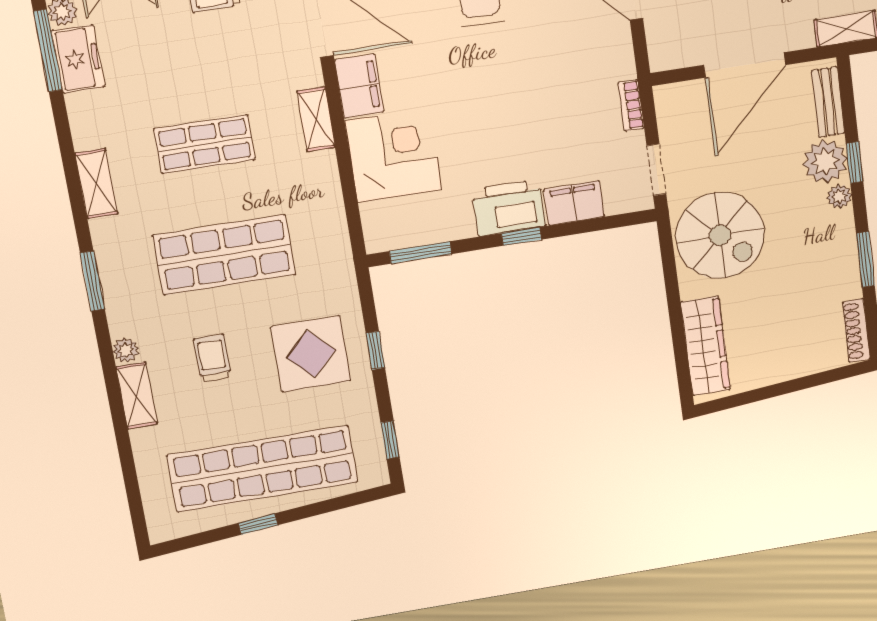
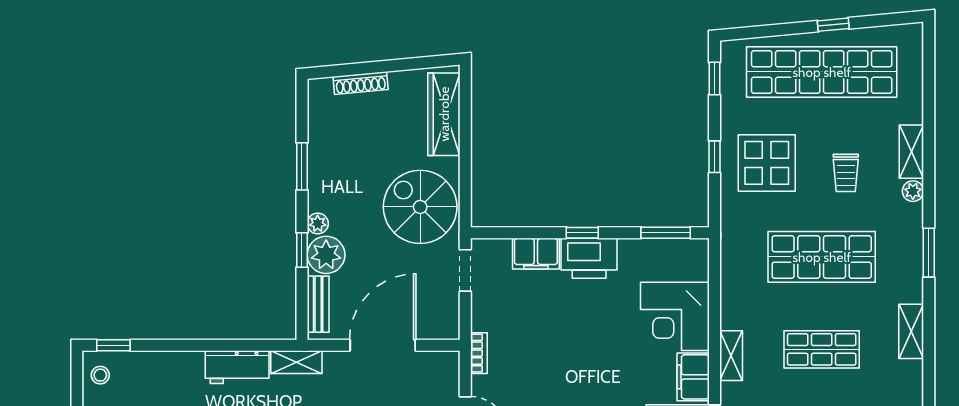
bookcase: (631, 105) -> (479, 353), moved
shoe rack: (856, 331) -> (361, 83), moved, turned 85

